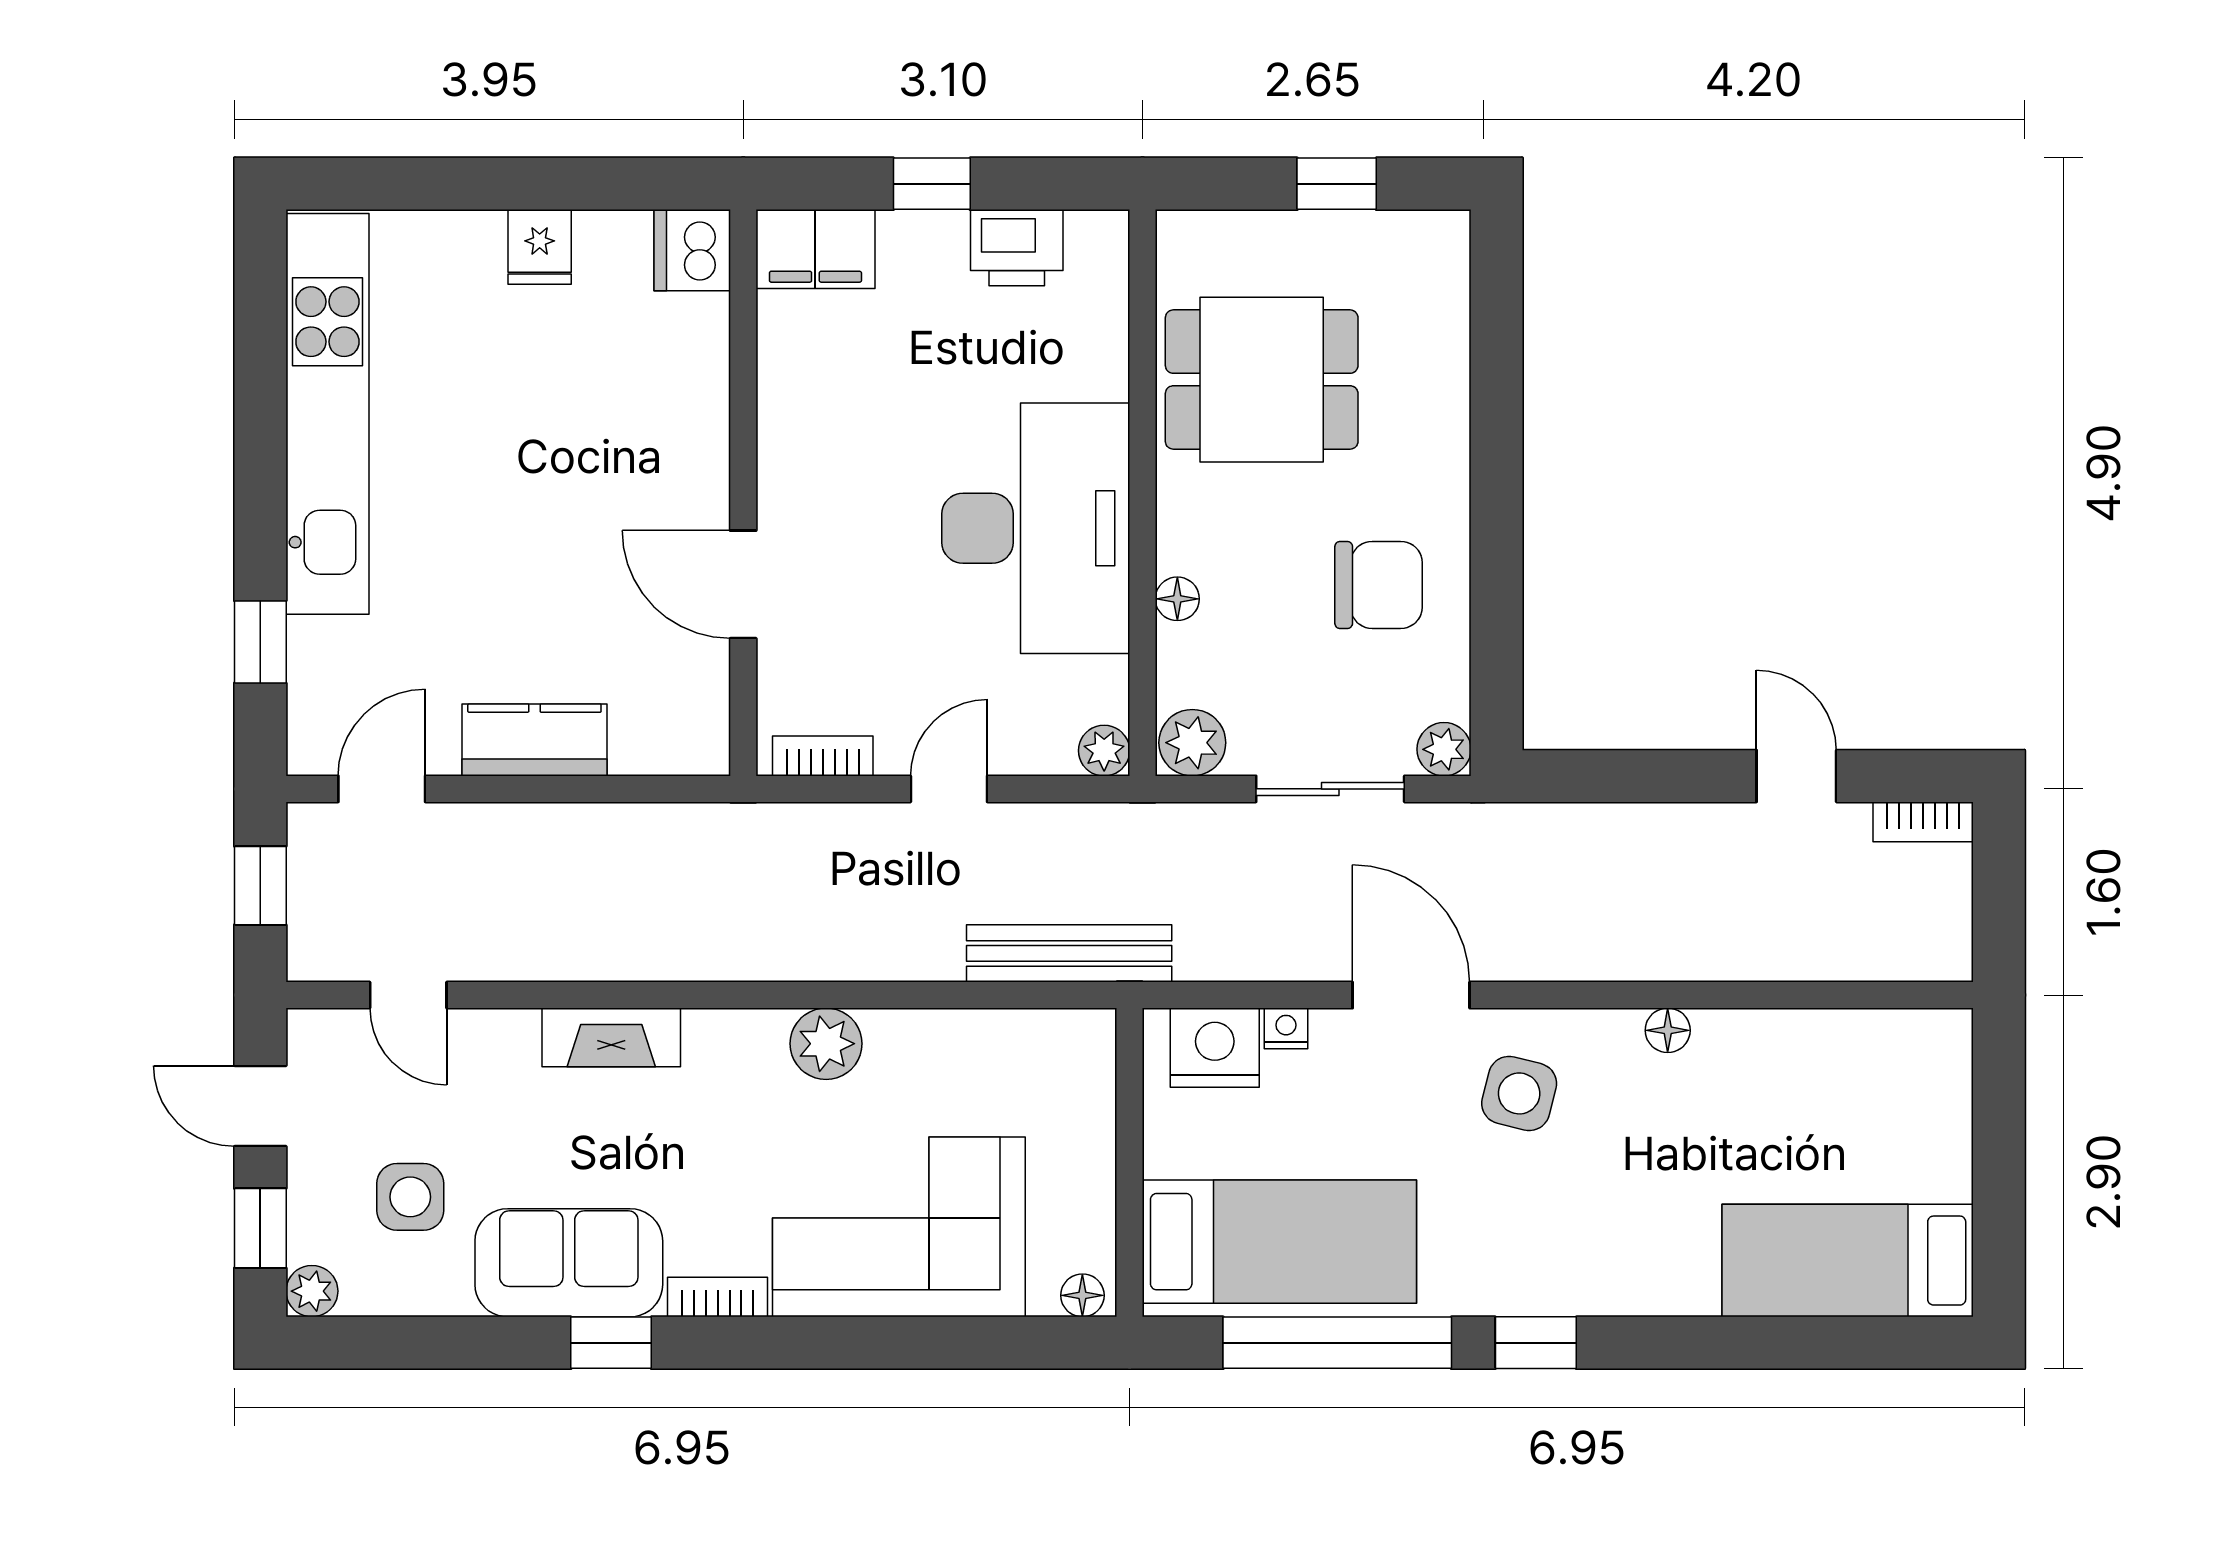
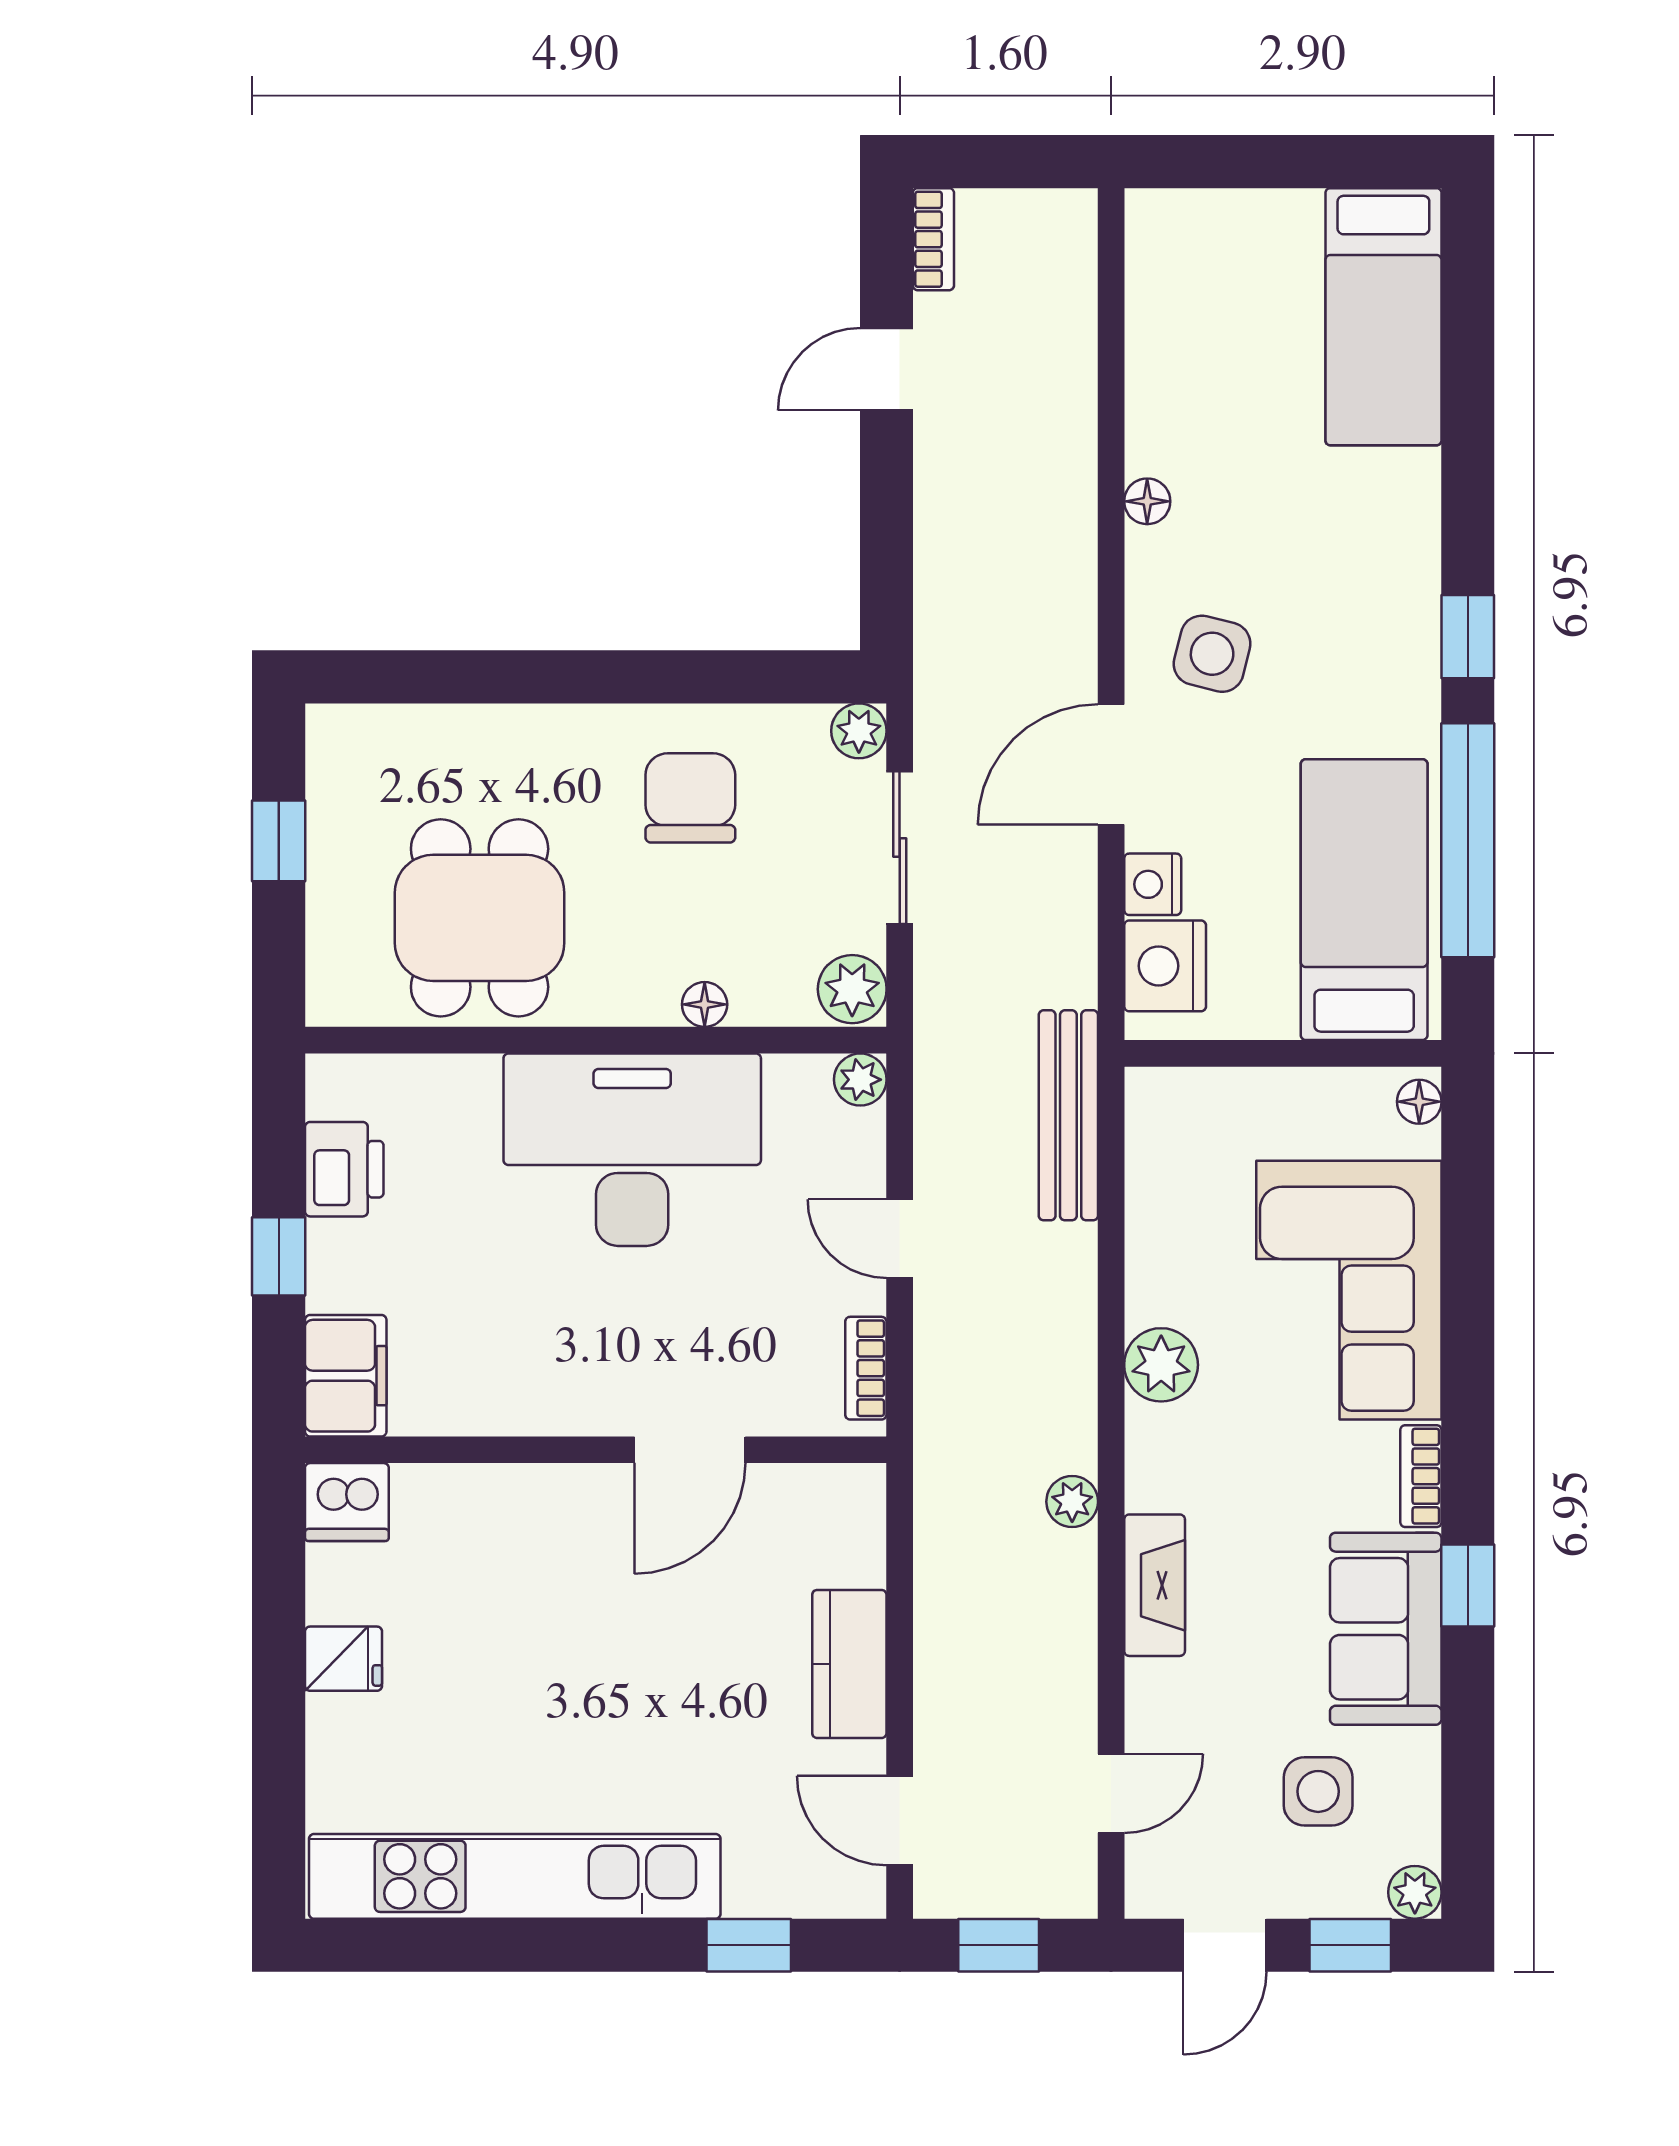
plant: (693, 957) -> (1072, 1502), added
nightstand: (1286, 1028) -> (1153, 884), width x1.39, depth x1.35

